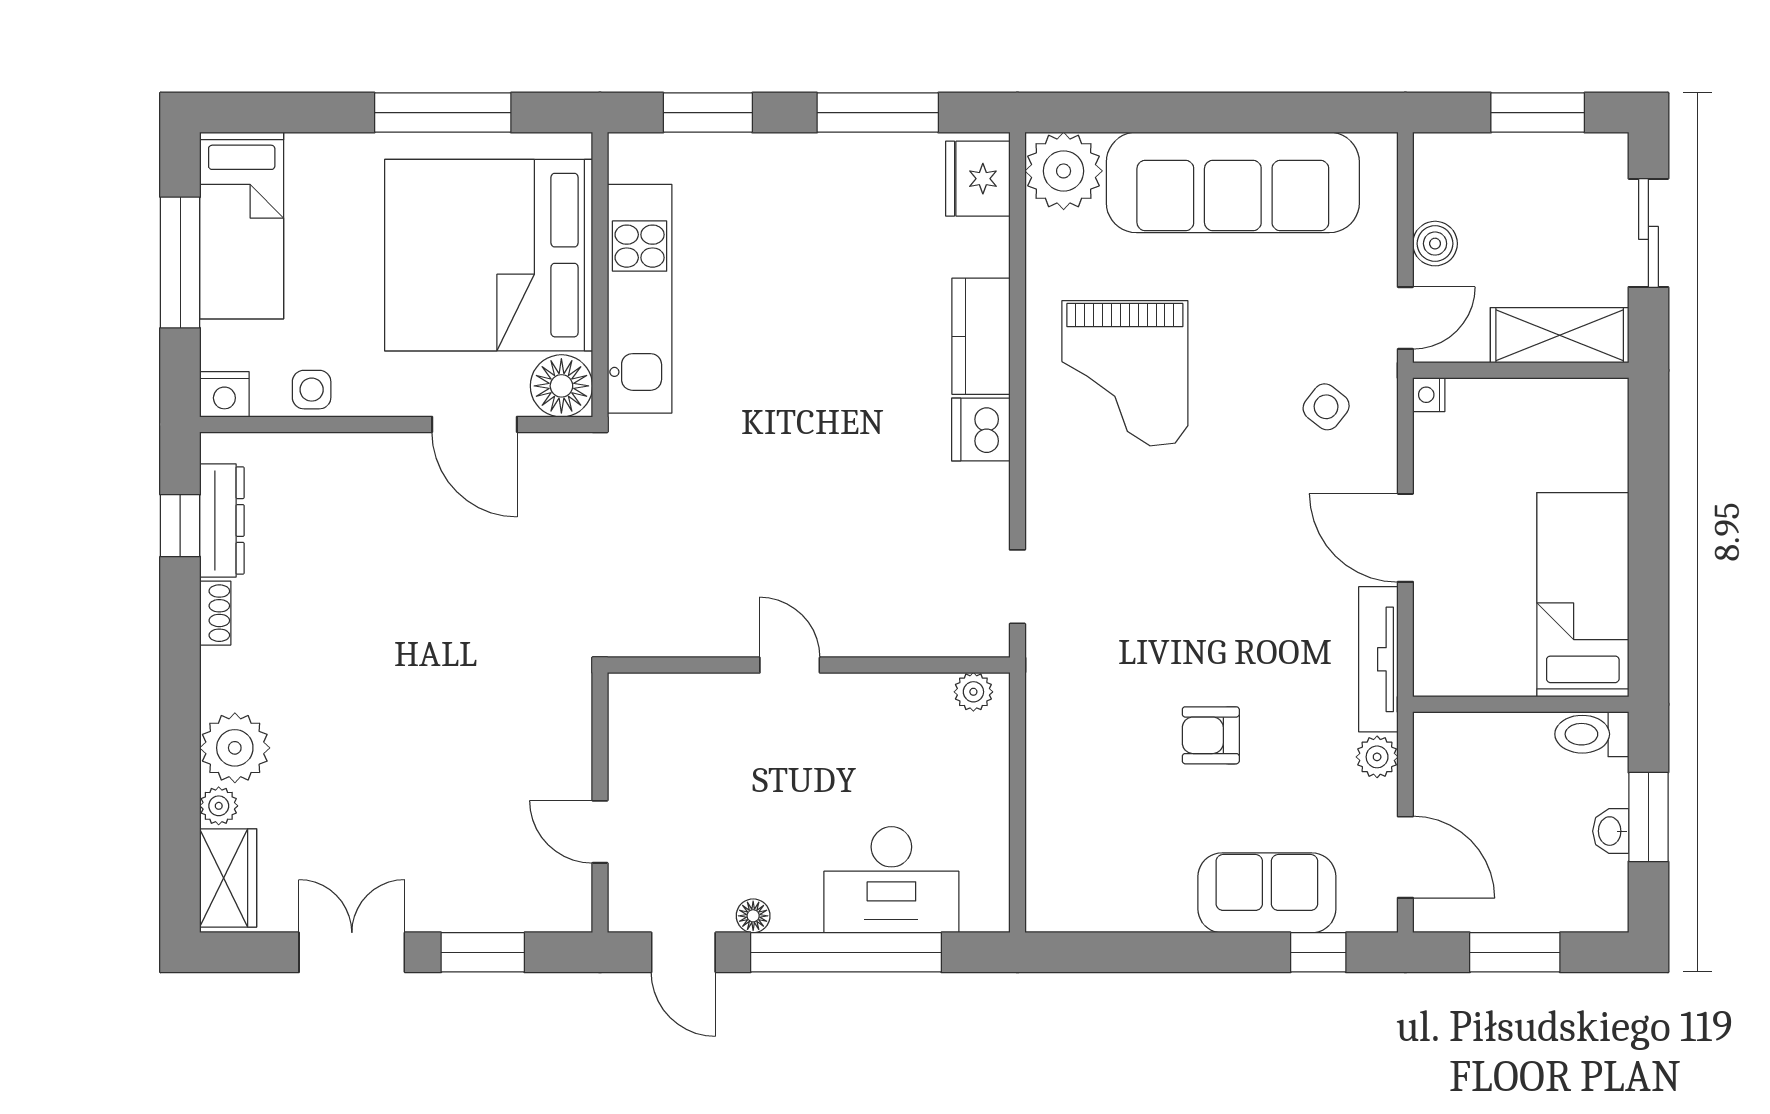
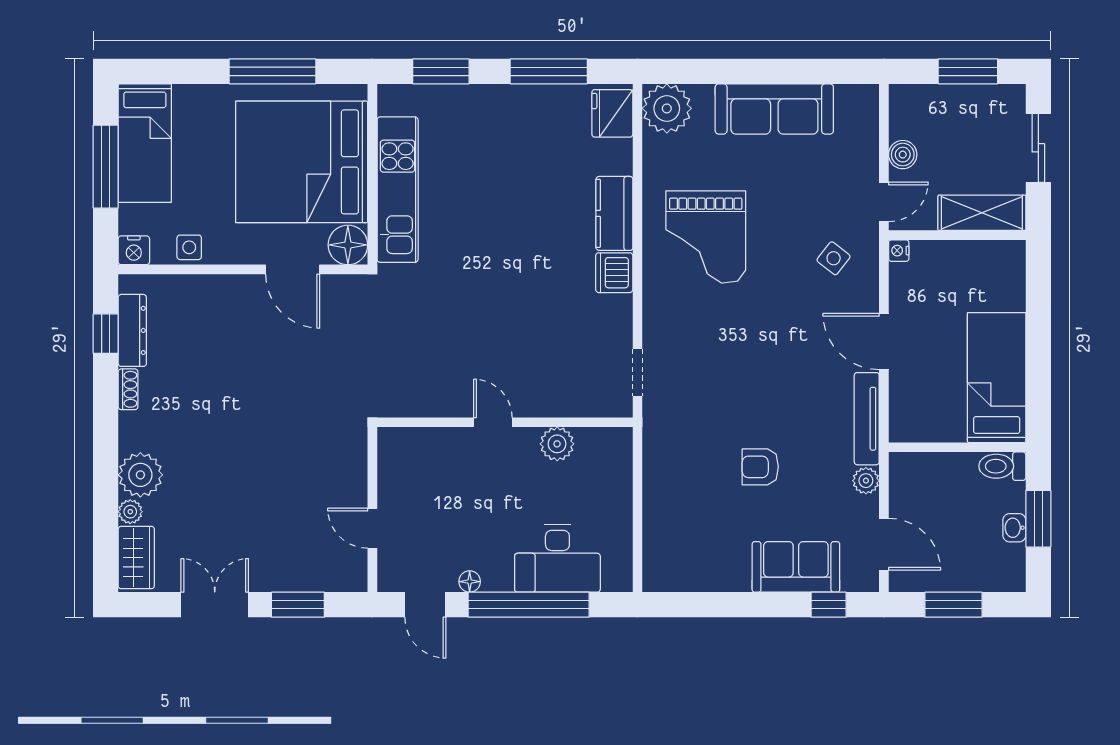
sofa: (1233, 182) -> (774, 109), width x0.74, depth x0.79
plant: (973, 692) -> (557, 444), moved, width x1.38, depth x1.38

